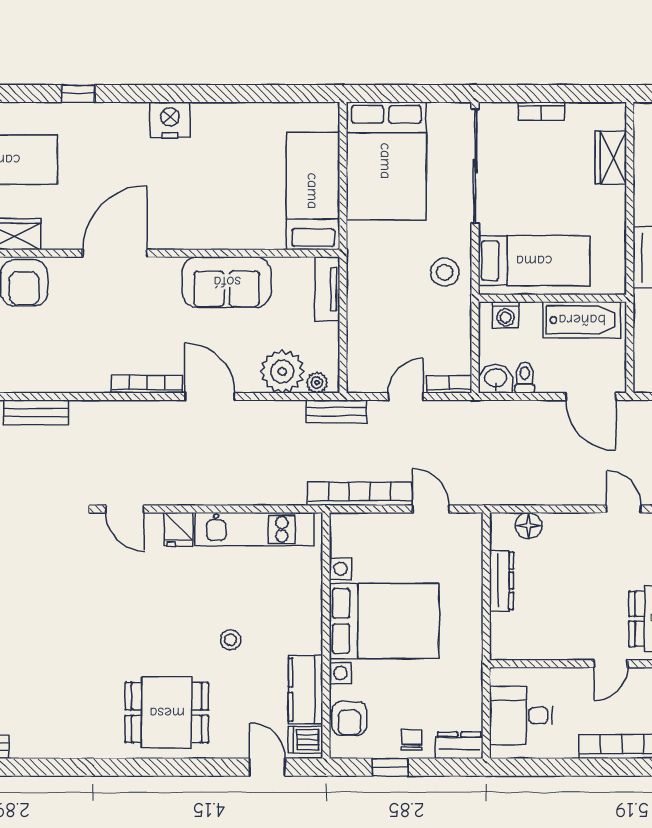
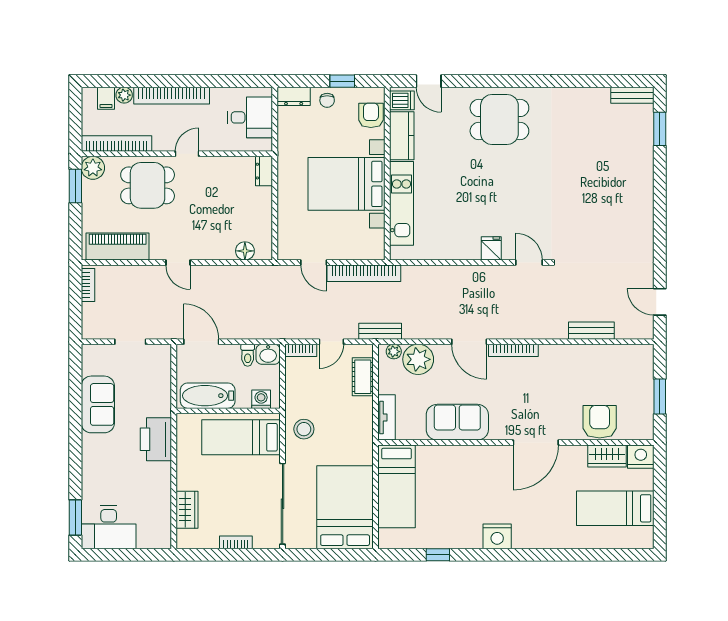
window: (78, 94) -> (438, 555), moved
cot: (361, 347) -> (363, 377), added
kitchen unit: (254, 529) -> (402, 203), moved, turned 90
dresser: (502, 581) -> (264, 171), moved, width x0.70
stool: (230, 640) -> (455, 171), removed

